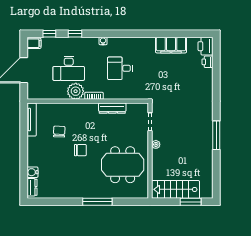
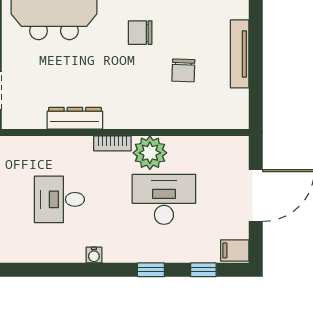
desk: (120, 68) -> (59, 199), turned 180
tv unit: (32, 119) -> (240, 54), moved

